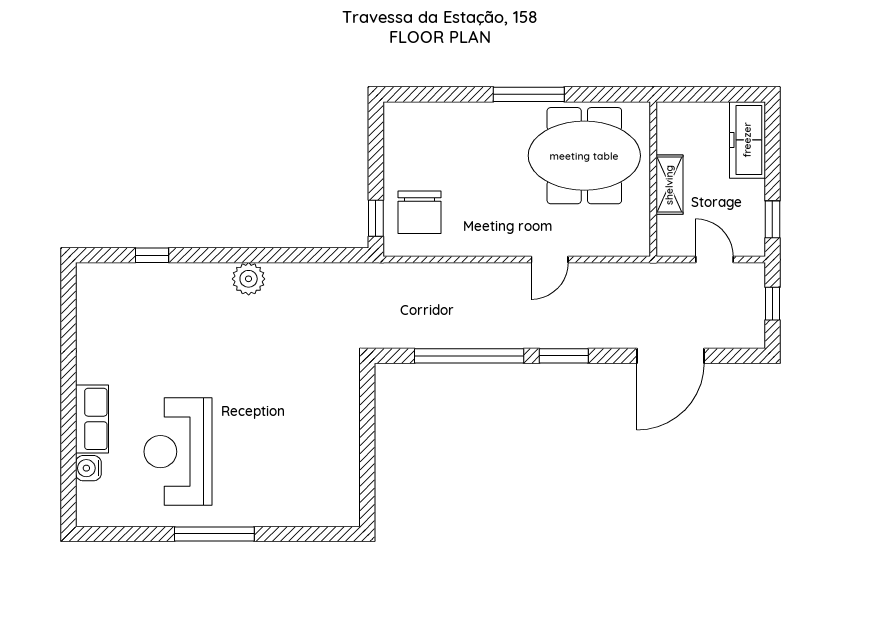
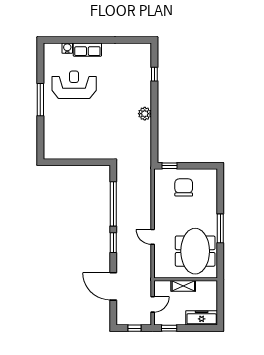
chair: (420, 212) -> (184, 187), moved, turned 90

